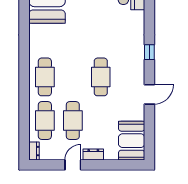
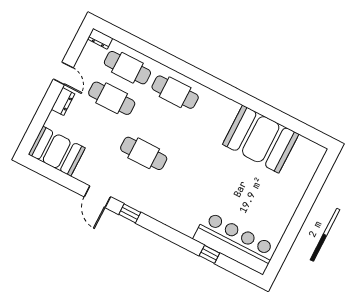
window: (149, 52) -> (130, 213), moved

